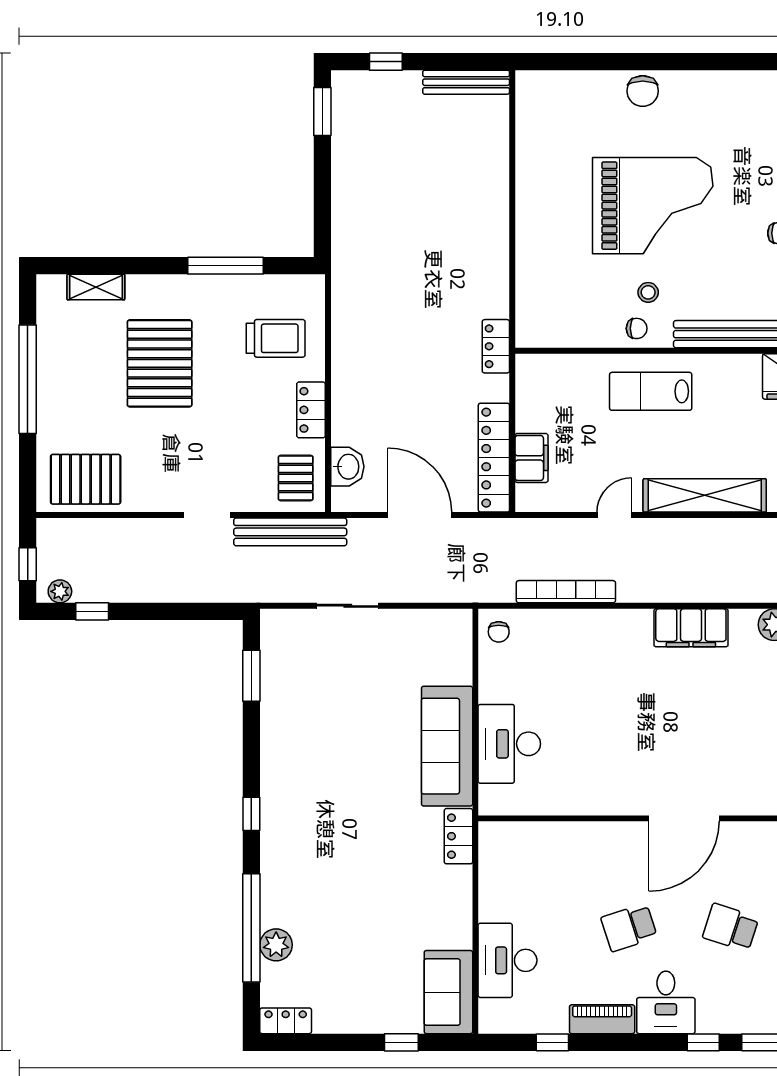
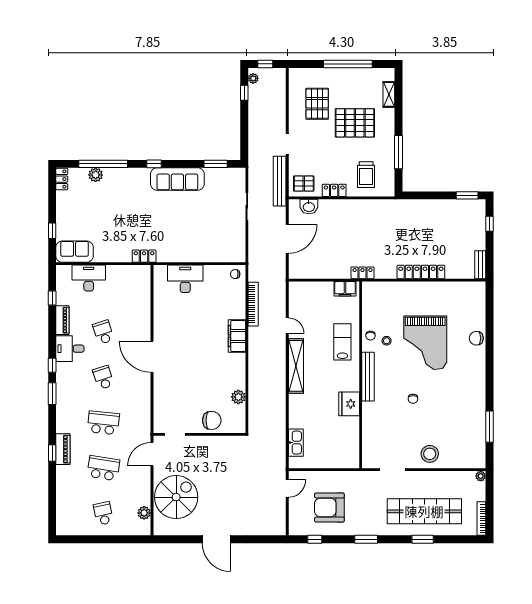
bench: (466, 82) -> (480, 265), width x0.73
locker: (494, 458) -> (421, 272), moved
filing cabinet: (531, 458) -> (345, 289), moved
pallet: (86, 479) -> (317, 104), moved
filing cabinet: (691, 628) -> (237, 336), moved
sofa: (447, 746) -> (177, 179), moved, turned 180
school desk: (731, 927) -> (103, 378), turned -36

